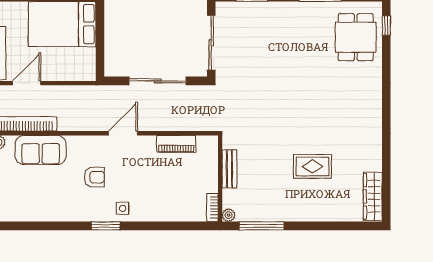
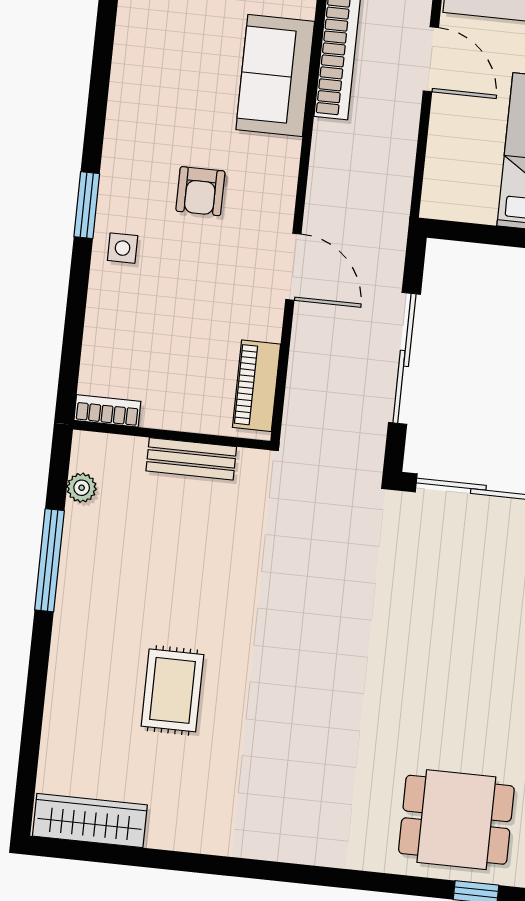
bench: (229, 169) -> (191, 459), moved
wall: (220, 178) -> (172, 435), moved
bookcase: (212, 207) -> (107, 411), moved

